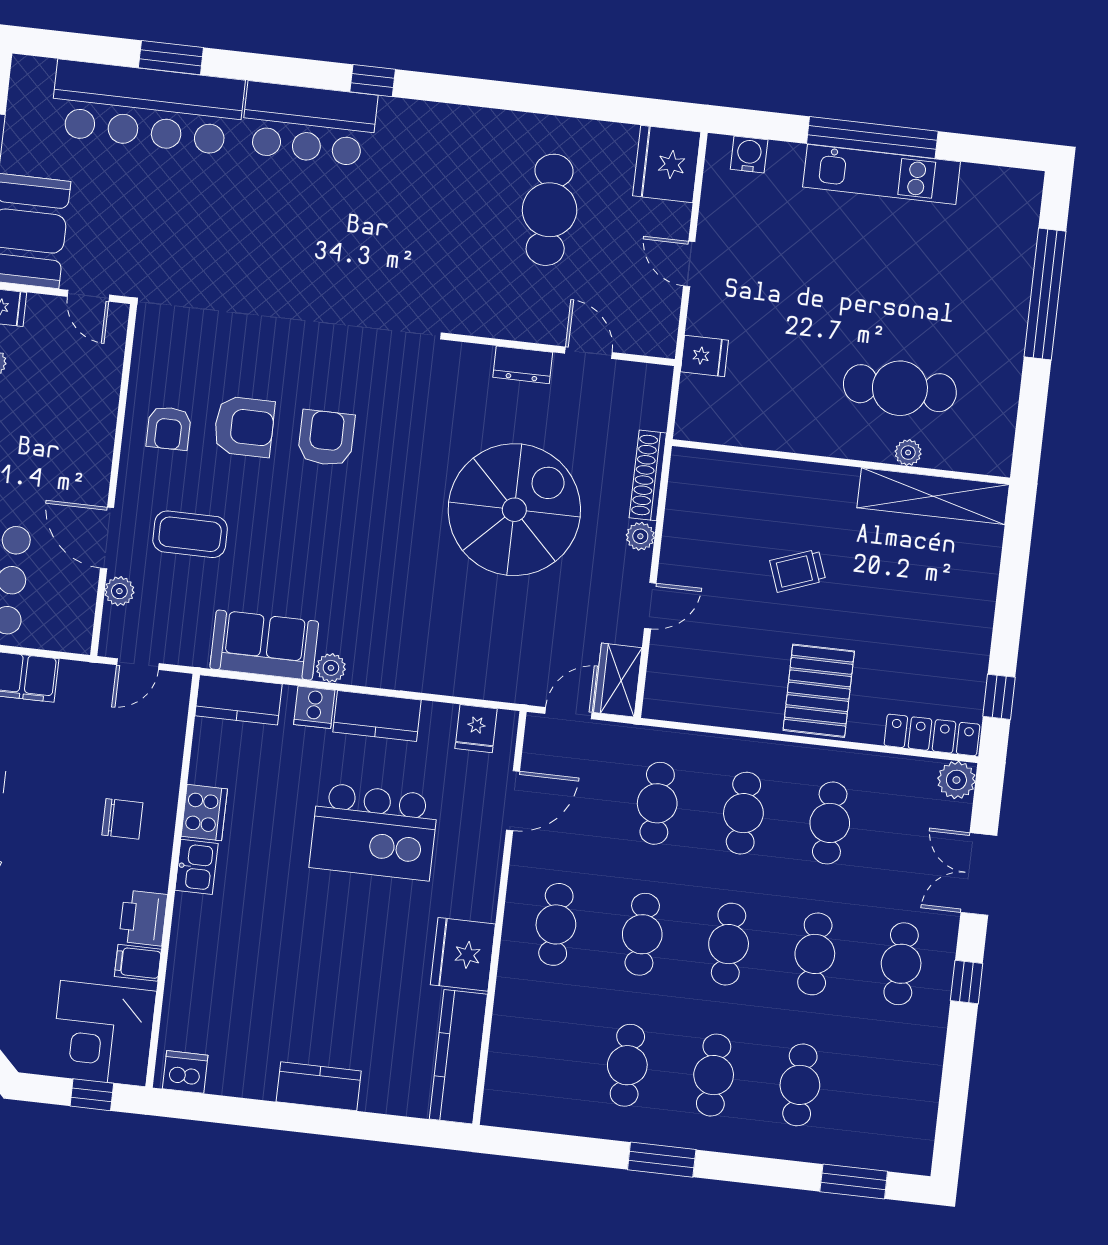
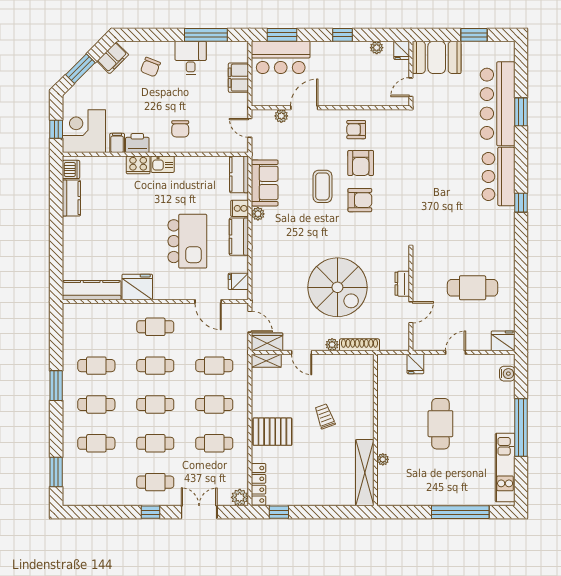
fridge: (667, 164) -> (503, 341), width x0.73, depth x0.75
kitchen unit: (882, 174) -> (505, 468), moved
cafe table: (900, 388) -> (440, 424), moved
coffee table: (190, 534) -> (322, 186), moved
shelving: (660, 687) -> (266, 361), added
cooker: (204, 813) -> (138, 165), moved
kitchen island: (374, 832) -> (187, 241), turned 180
kitchen counter: (319, 1086) -> (71, 198), moved

